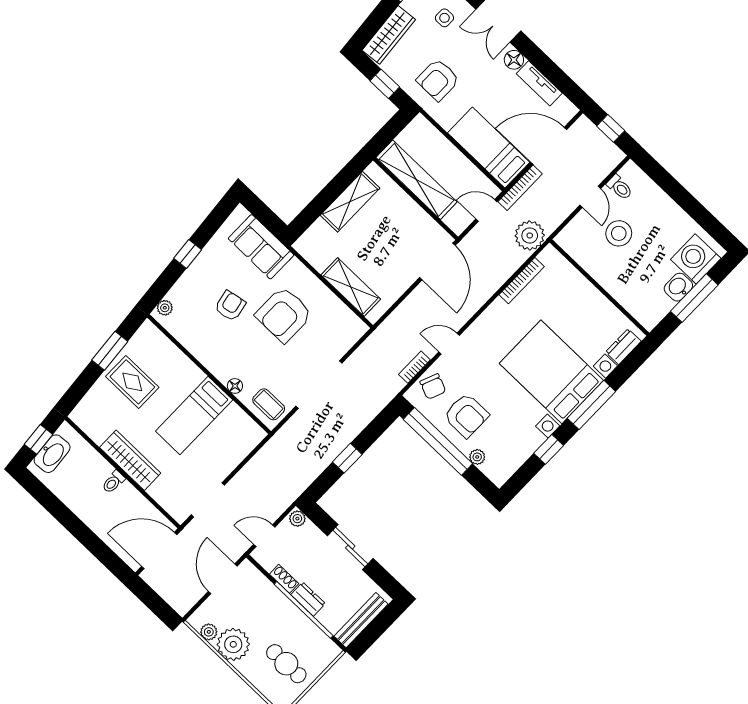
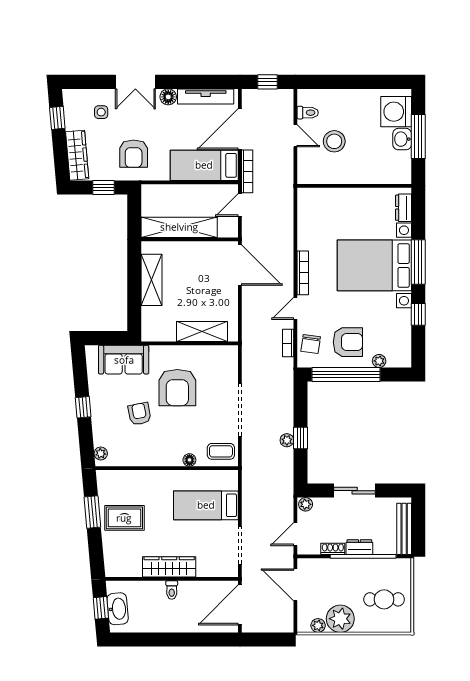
tv unit: (539, 83) -> (206, 96), width x1.41
plant: (530, 235) -> (287, 440), moved, width x0.53, depth x0.53
bookcase: (522, 281) -> (303, 273), moved
chair: (433, 386) -> (311, 344), turned 76
bed: (194, 415) -> (206, 505), moved, turned 90

